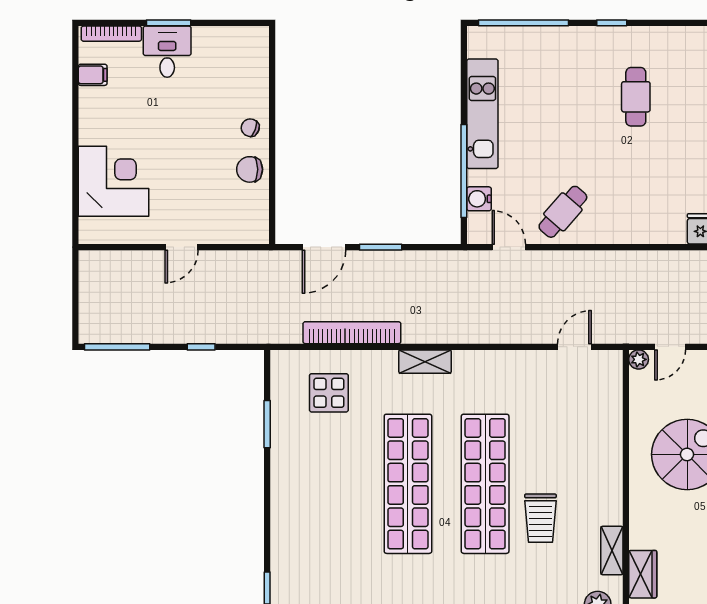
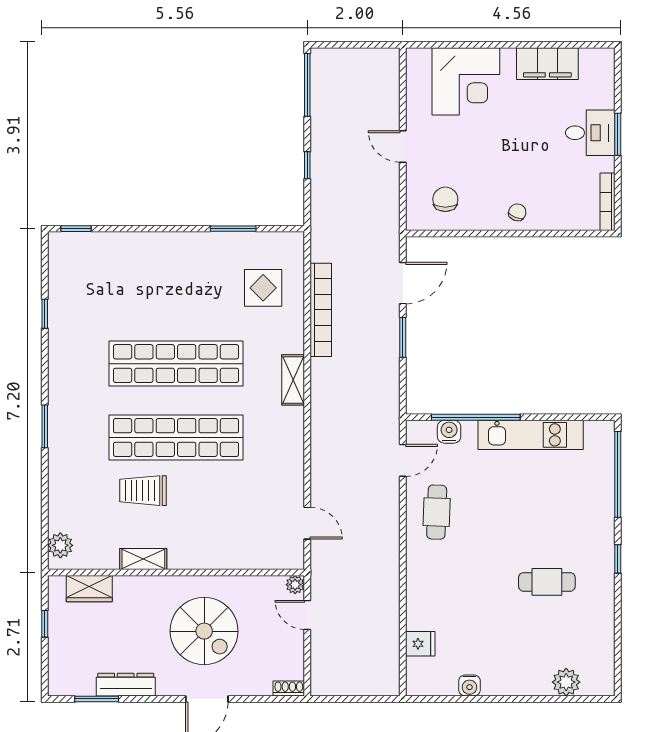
bookcase: (111, 34) -> (607, 202), moved
filing cabinet: (93, 75) -> (547, 64), width x3.00, depth x1.17
chair: (250, 169) -> (445, 199), moved
cafe table: (563, 212) -> (437, 512), turned 51
door: (324, 247) -> (403, 283), swing flipped
shelving: (612, 550) -> (143, 559), moved

